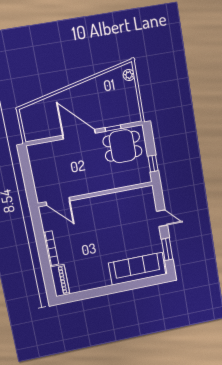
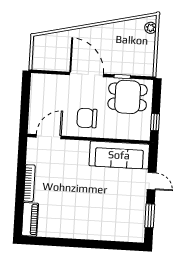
chair: (89, 175) -> (87, 118), added
door: (58, 201) -> (49, 137), swing flipped
sofa: (137, 269) -> (119, 155), moved, turned 180

